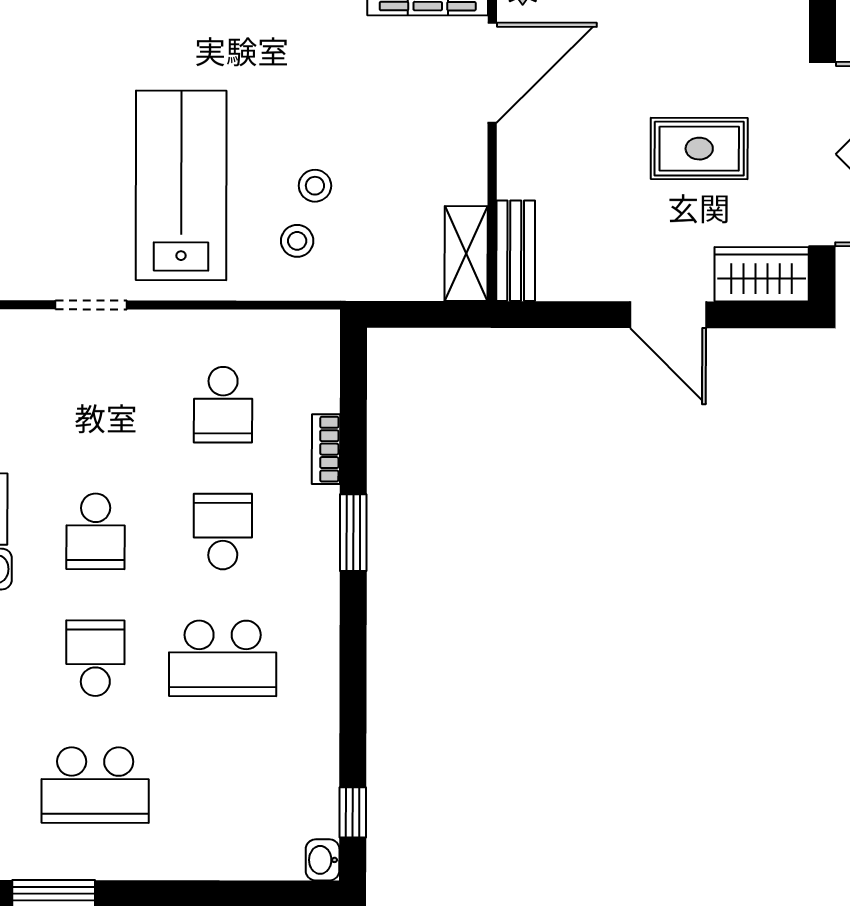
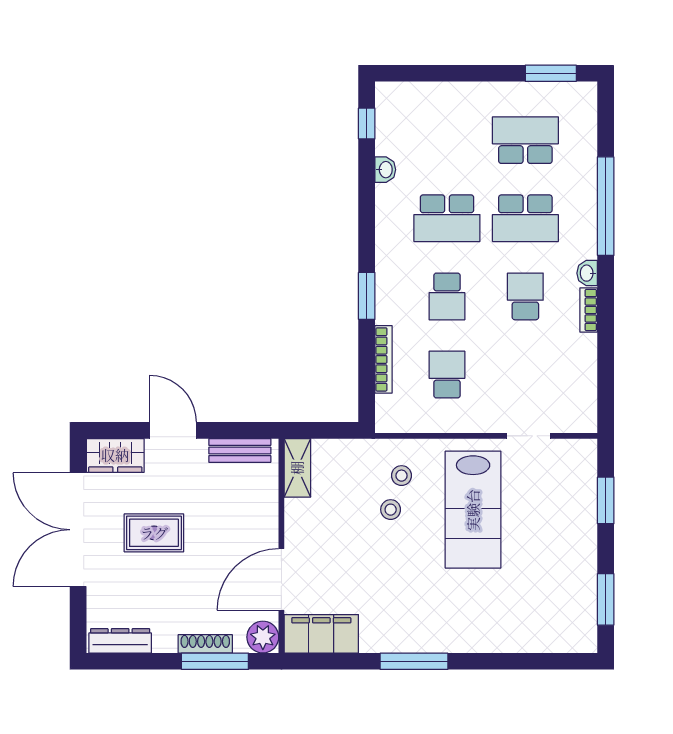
bench: (516, 251) -> (240, 451), moved, turned 90
bookcase: (326, 449) -> (384, 359), width x1.56
school desk: (95, 658) -> (525, 218), width x1.85
school desk: (223, 658) -> (447, 218), turned 180
washbasin: (323, 860) -> (385, 170), moved

